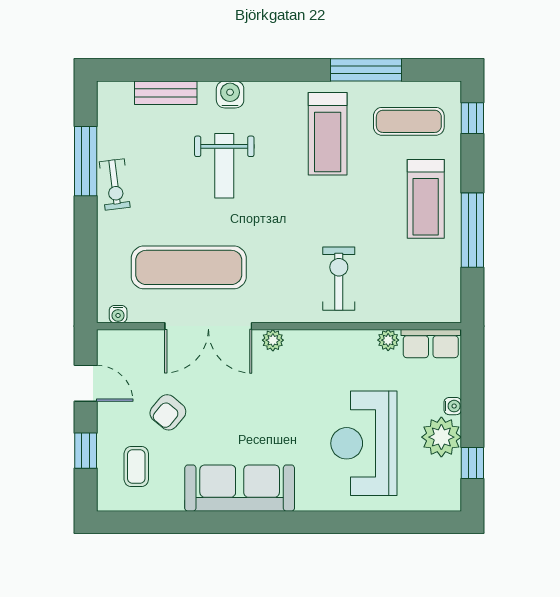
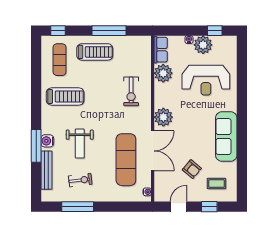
window: (366, 70) -> (36, 146), moved
bench: (166, 93) -> (47, 170), width x1.36
weight bench: (224, 166) -> (80, 143), turned 90
exercise bike: (115, 184) -> (80, 180), moved
exercise bike: (339, 279) -> (131, 91), turned -90
plant: (273, 340) -> (163, 117), width x1.88, depth x1.88
plant: (388, 340) -> (163, 73), width x1.88, depth x1.88

